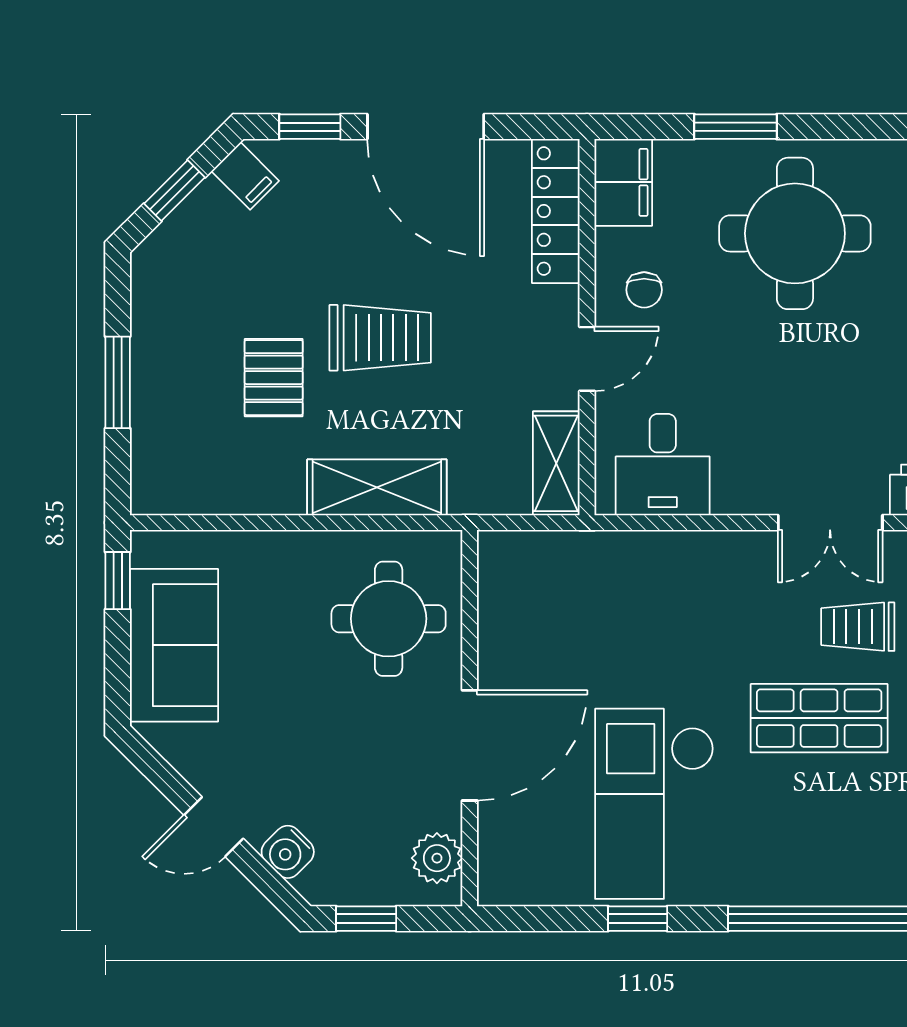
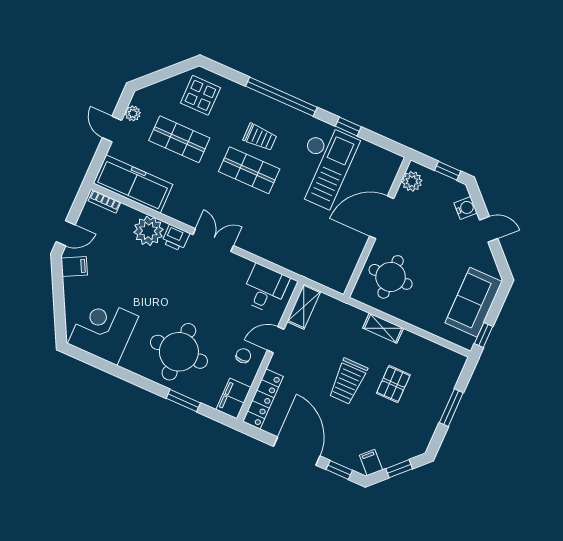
trolley: (380, 338) -> (348, 381), turned -90
shelving: (377, 487) -> (383, 328), width x0.67, depth x0.75
trolley: (858, 627) -> (260, 137), moved

